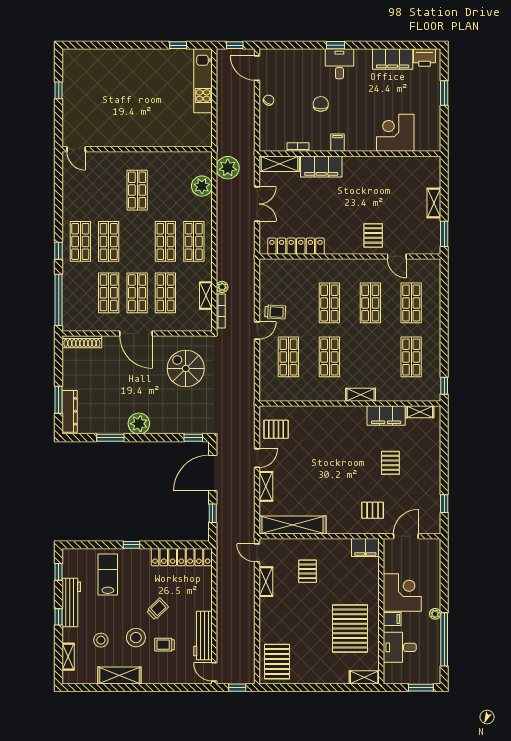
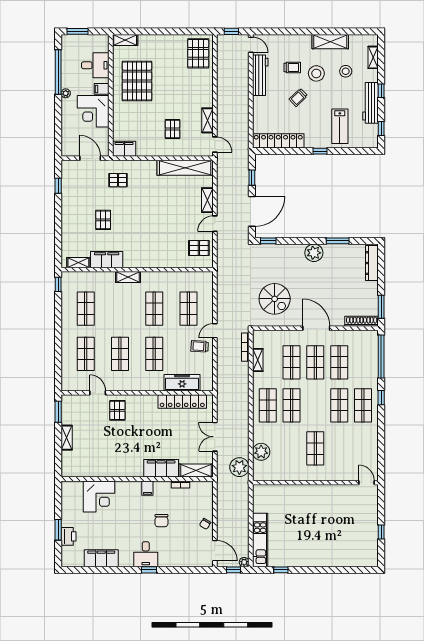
printer: (425, 58) -> (69, 536), moved, turned 90
freezer: (296, 268) -> (182, 383), added
plant: (222, 287) -> (244, 562), moved
window: (59, 400) -> (381, 307), moved
door: (406, 536) -> (90, 158), swing flipped

